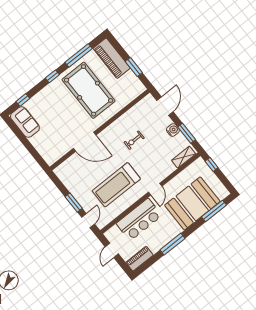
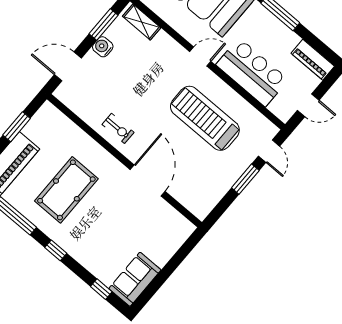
pool table: (89, 90) -> (66, 190), width x0.73, depth x0.76
exercise bike: (134, 140) -> (118, 128), moved
treadmill: (116, 185) -> (205, 118), turned 180
door: (88, 221) -> (269, 151), swing flipped

